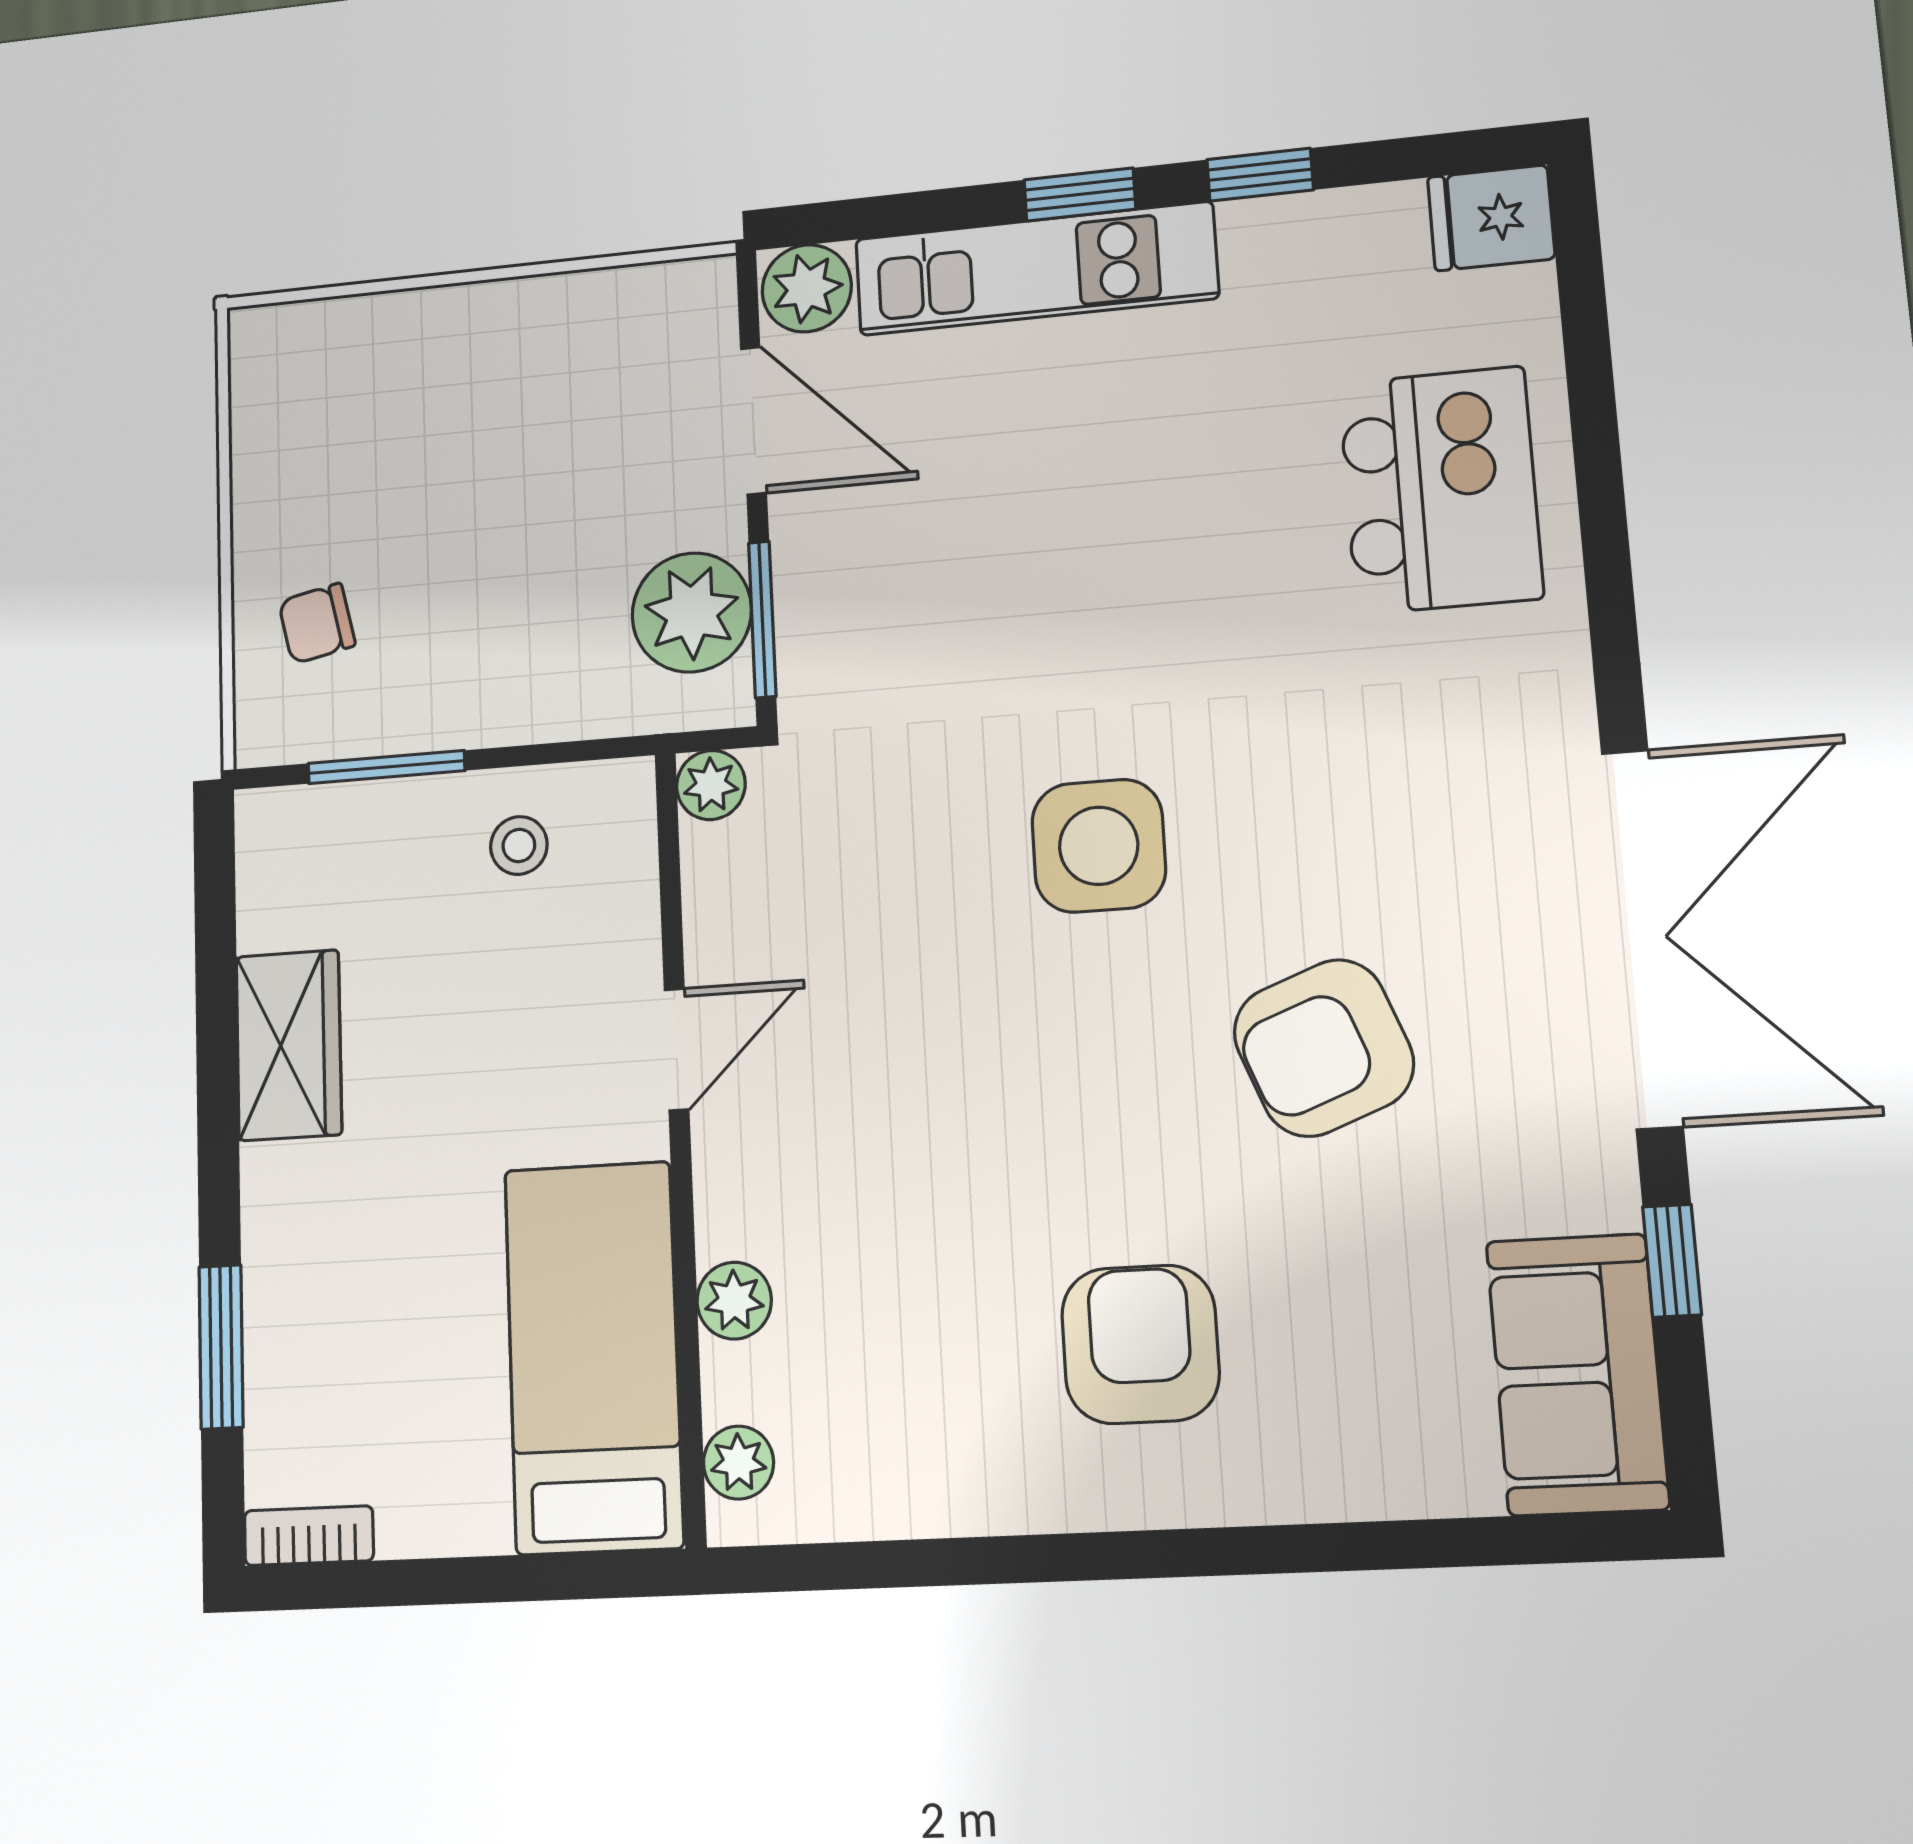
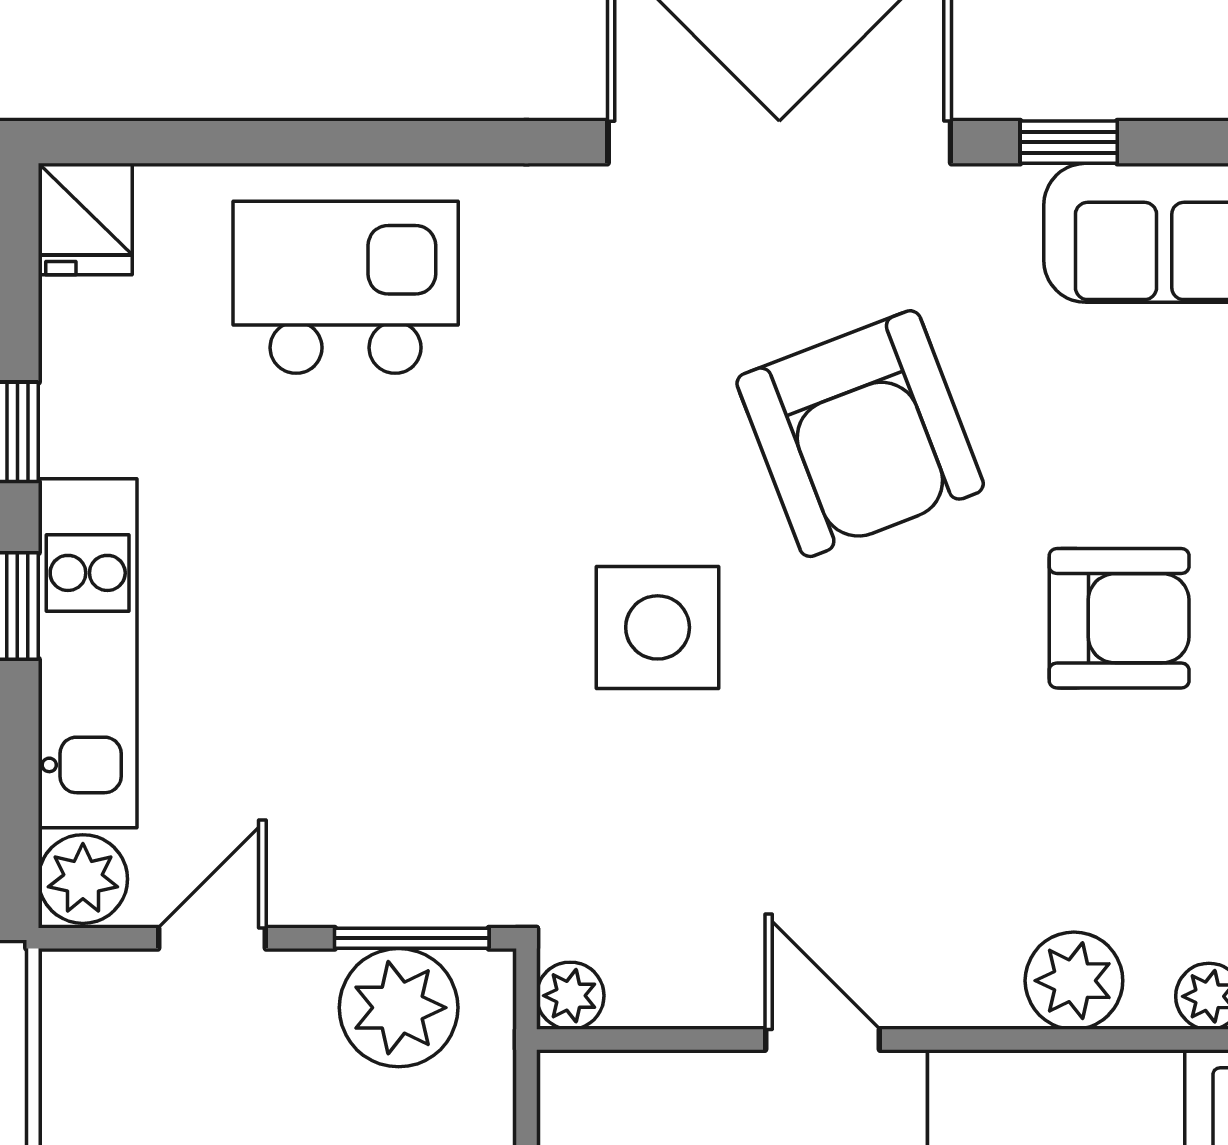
door: (753, 421) -> (212, 938), width x0.73
armchair: (1324, 1048) -> (860, 434), width x1.36, depth x1.36
plant: (734, 1301) -> (1074, 981), width x1.38, depth x1.38
armchair: (1140, 1344) -> (1119, 618), turned 180

